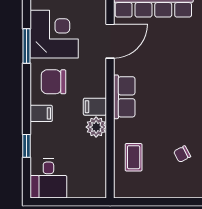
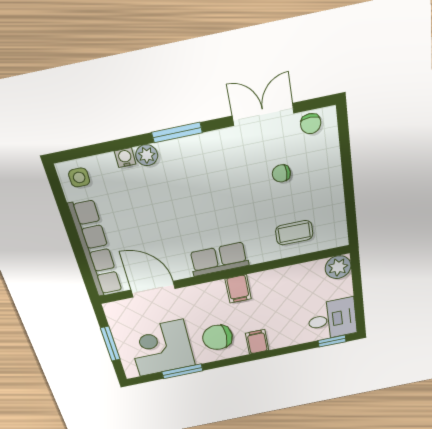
chair: (53, 82) -> (218, 337), turned 90
plant: (96, 127) -> (338, 267), moved
window: (27, 146) -> (332, 341), moved
chair: (182, 154) -> (281, 173), turned 118

